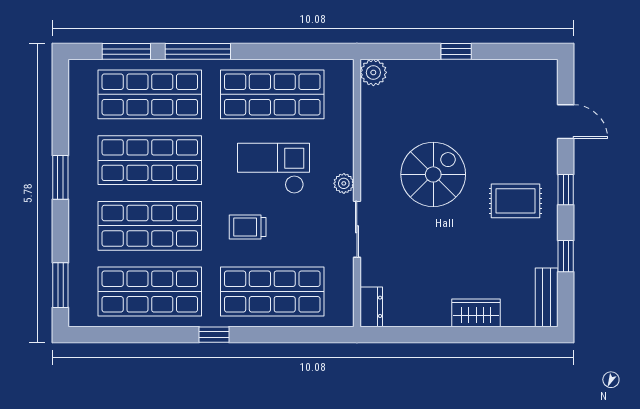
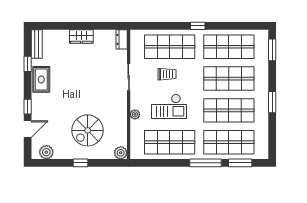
plant: (527, 74) -> (46, 152), added
door: (566, 122) -> (28, 129), swing flipped
spiral stairs: (433, 174) -> (88, 130), moved
plant: (344, 183) -> (135, 114), moved
window: (566, 190) -> (28, 107), moved
rug: (515, 201) -> (41, 79), moved, turned 90
trolley: (248, 227) -> (167, 74), moved
wardrobe: (476, 313) -> (81, 37), moved

